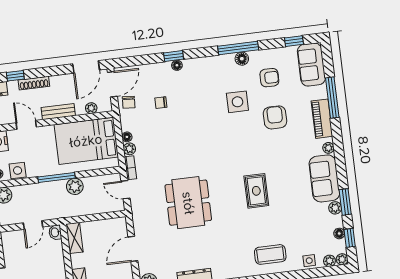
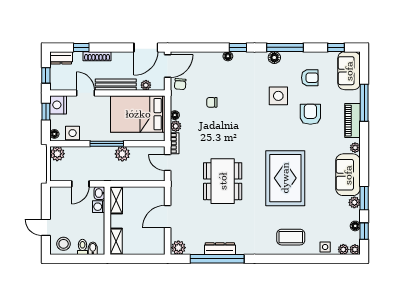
window: (174, 56) -> (238, 47), moved
floor lamp: (242, 59) -> (274, 58), moved
chair: (161, 103) -> (212, 102), moved
bench: (58, 112) -> (116, 85), width x1.36
rug: (256, 191) -> (285, 178), width x1.86, depth x2.06
washing machine: (56, 247) -> (99, 207), added

